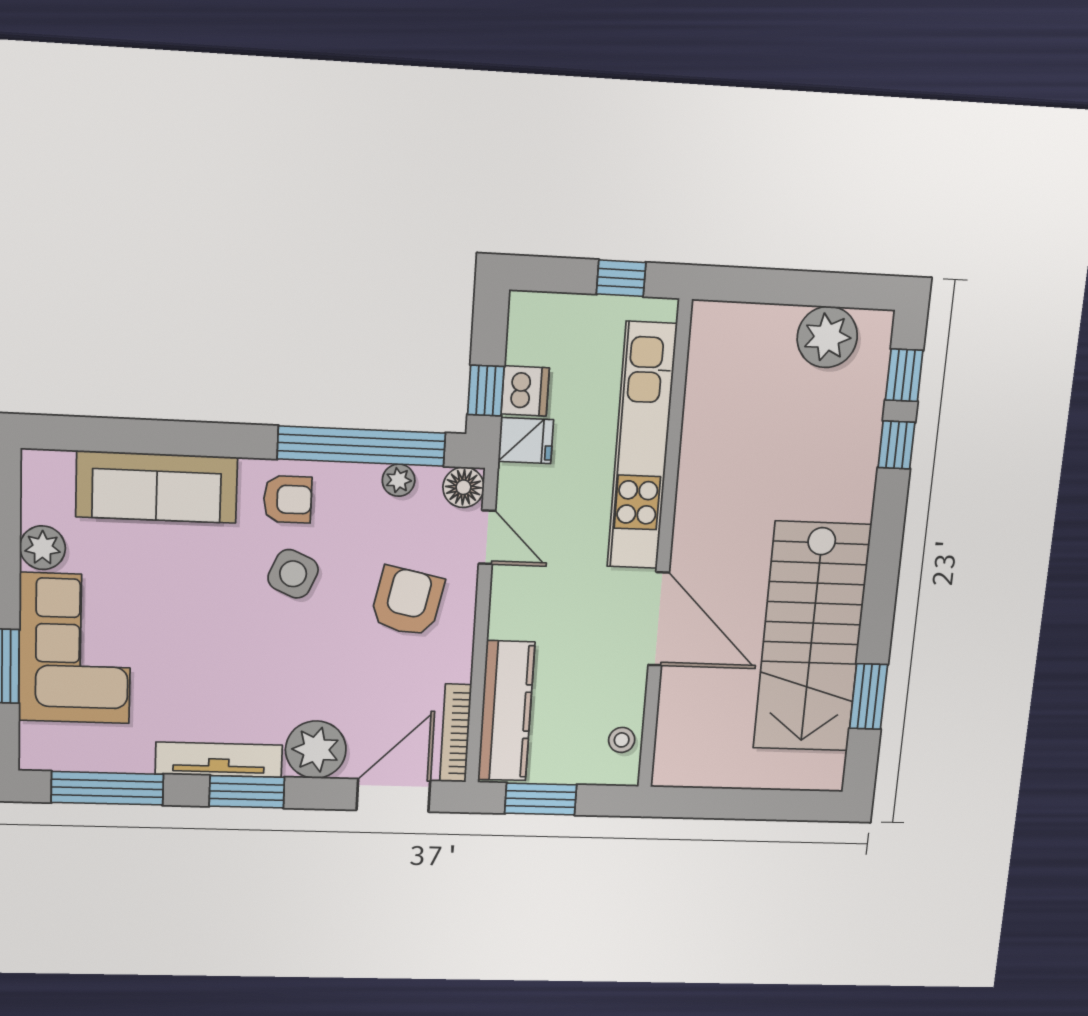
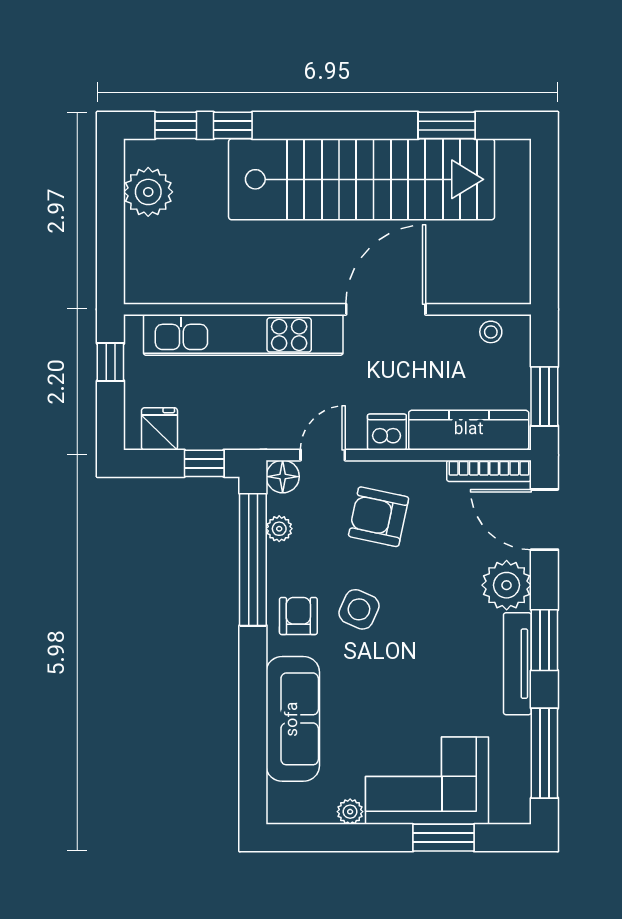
dishwasher: (525, 391) -> (387, 432), moved
fridge: (526, 441) -> (159, 429), moved
plant: (43, 548) -> (350, 812), width x0.73, depth x0.73
stairs: (812, 637) -> (362, 179), width x1.36

